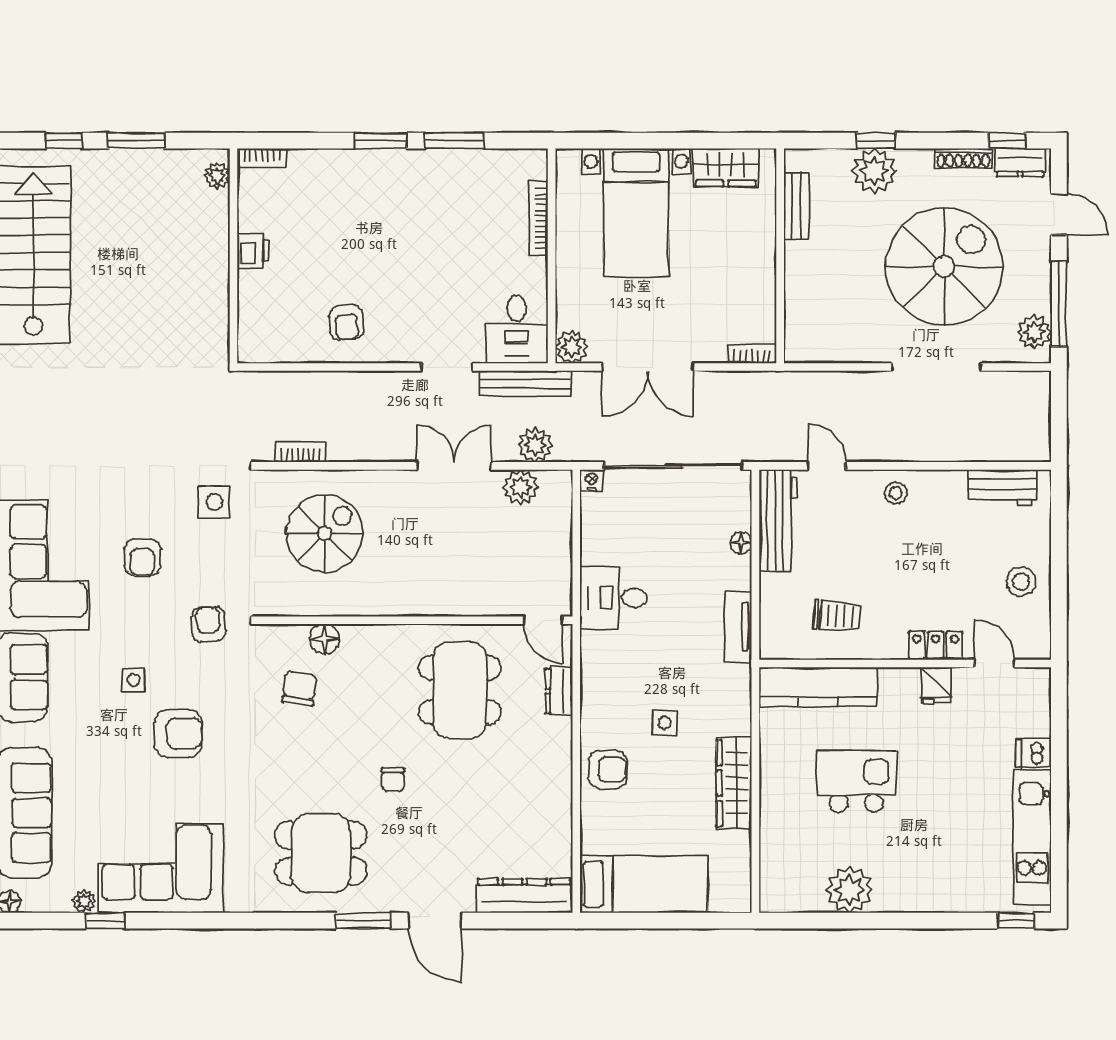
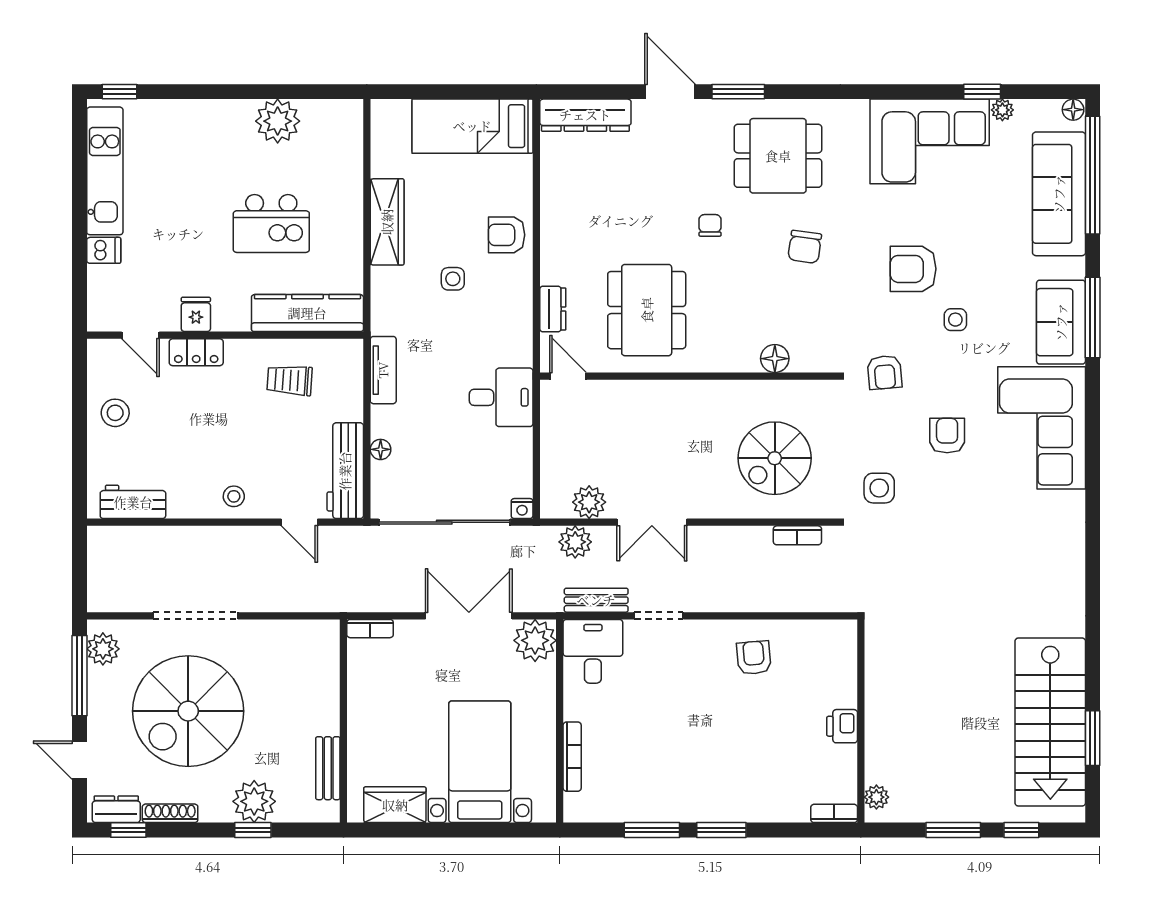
plant: (572, 347) -> (535, 640), width x1.36, depth x1.36
bench: (525, 384) -> (596, 600), width x0.73
chair: (299, 689) -> (805, 247), moved

